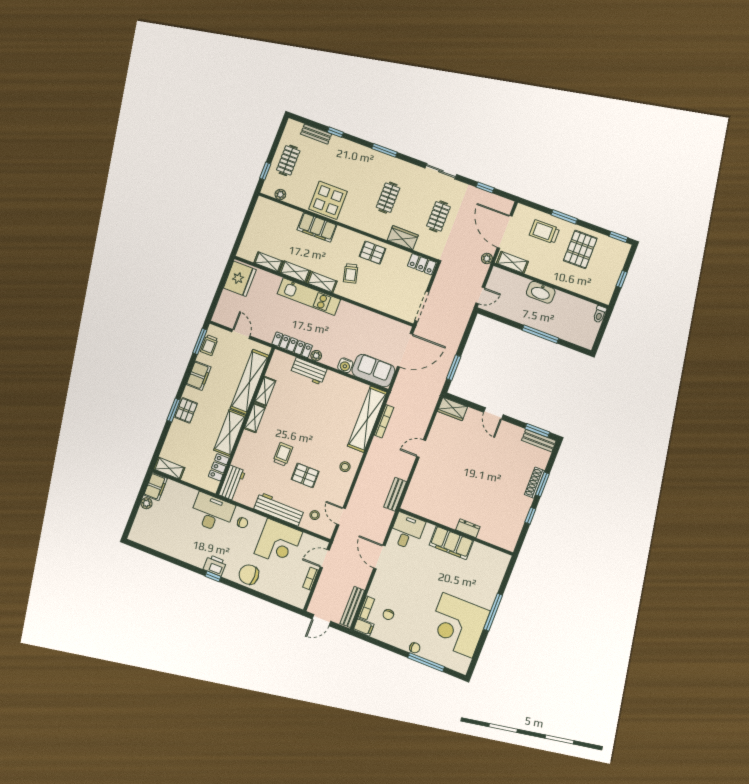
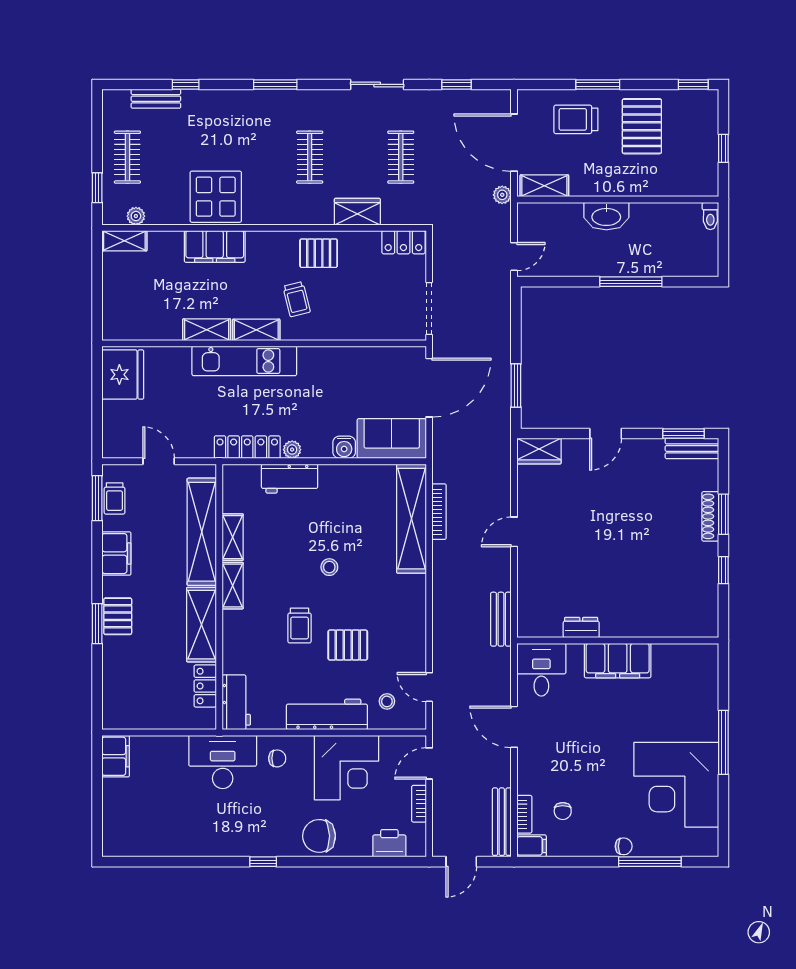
shelving: (268, 262) -> (124, 241), moved
door: (493, 414) -> (606, 433), hinge flipped
trolley: (283, 454) -> (300, 626), turned 180
stool: (345, 467) -> (329, 567), moved
shelving: (169, 468) -> (127, 719), removed
plant: (146, 503) -> (111, 788), removed
dresser: (468, 528) -> (581, 628), moved
printer: (215, 565) -> (389, 843), moved

